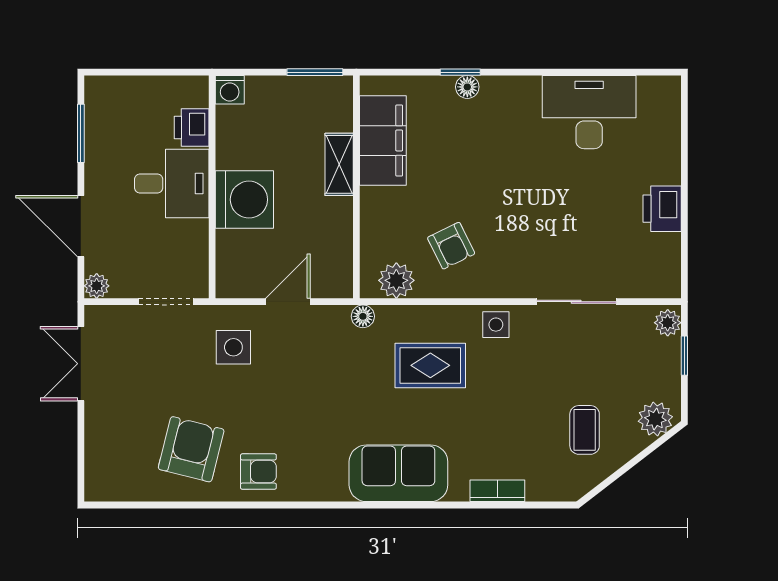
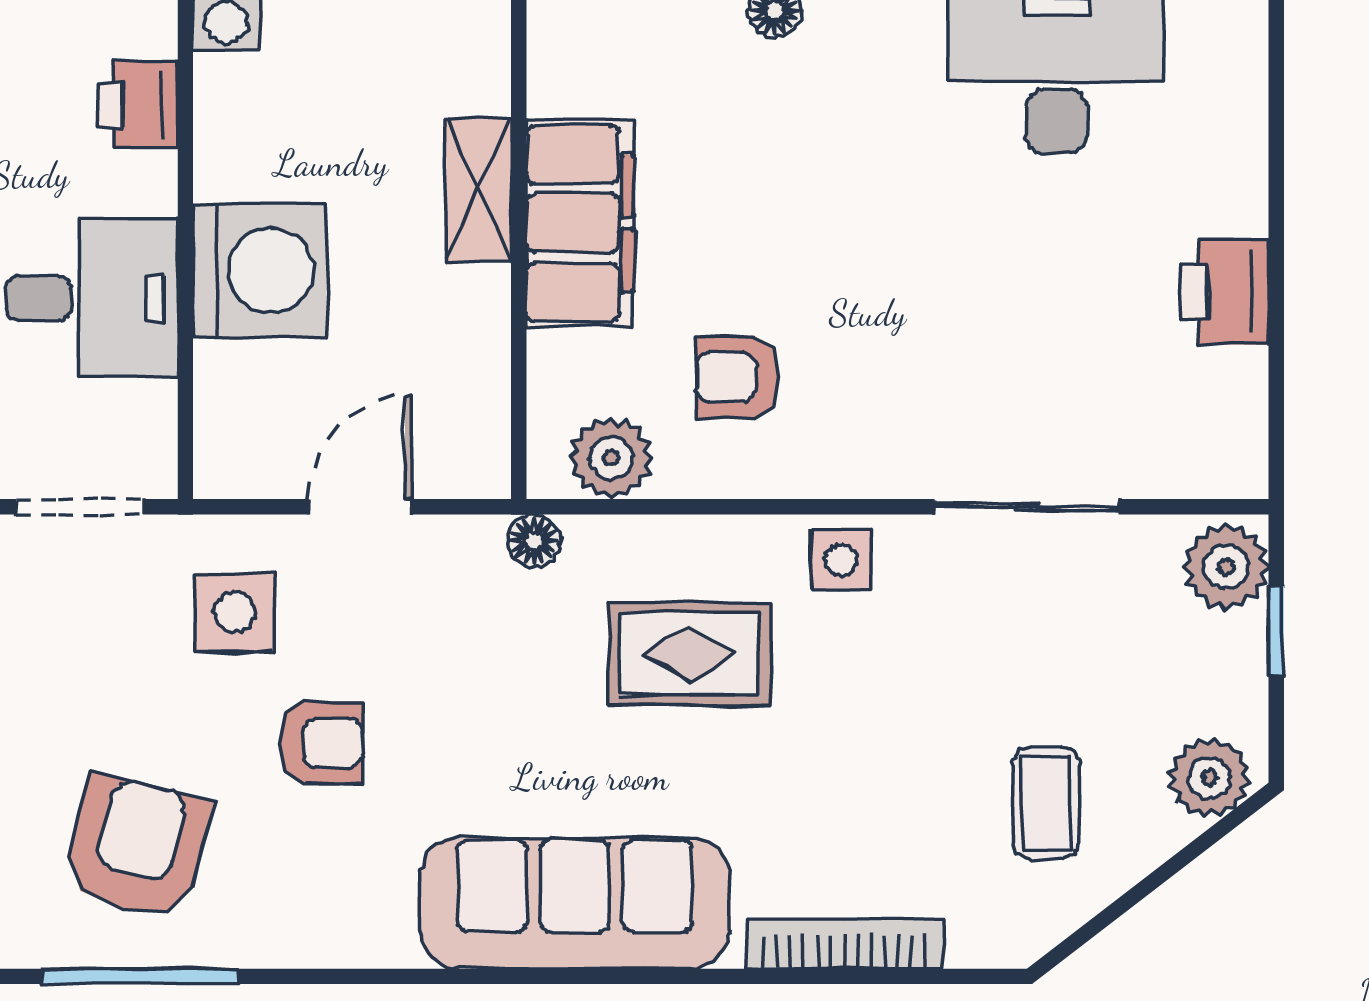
filing cabinet: (383, 140) -> (580, 223), moved
desk: (172, 183) -> (92, 298), moved
armchair: (451, 246) -> (738, 377), turned 116
plant: (668, 323) -> (1226, 567), width x1.38, depth x1.38
armchair: (258, 472) -> (321, 743), moved
sofa: (398, 473) -> (575, 903), width x1.36
bookcase: (497, 491) -> (844, 944), width x1.56
window: (192, 505) -> (140, 976), added

